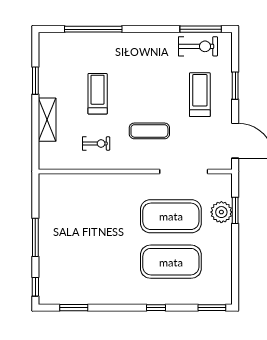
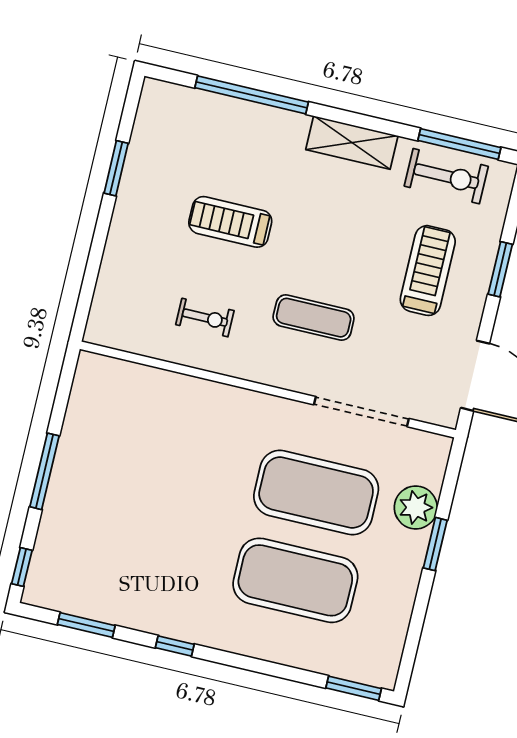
treadmill: (98, 94) -> (230, 222), turned -90
shelving: (47, 120) -> (352, 143), moved, turned 90
window: (235, 210) -> (435, 544), moved
window: (156, 308) -> (175, 646), moved

